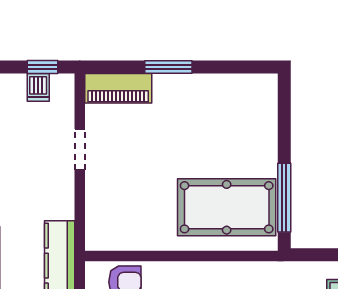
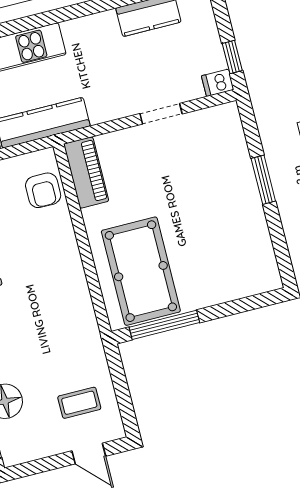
dishwasher: (38, 87) -> (218, 83), moved
piano: (118, 88) -> (86, 173), moved, turned 180

